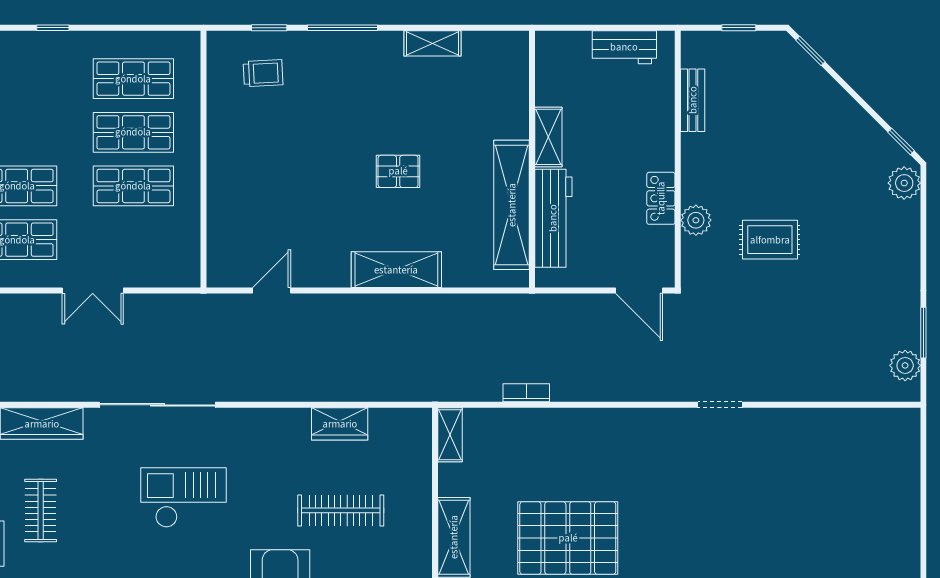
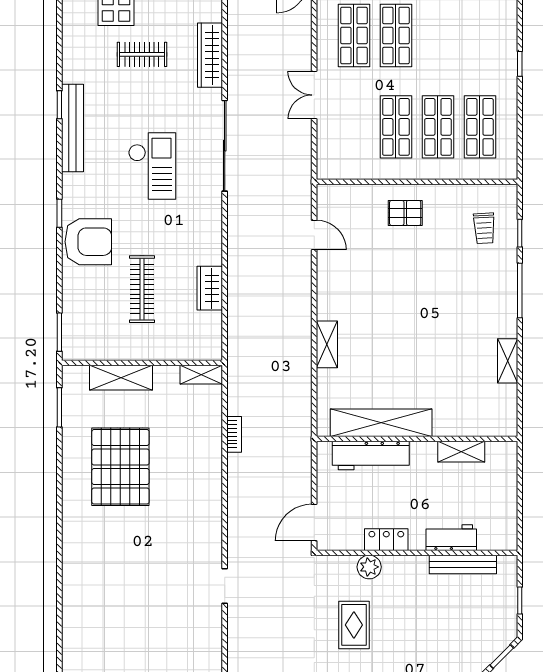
workbench: (624, 47) -> (451, 538), moved, turned 90
bench: (693, 100) -> (463, 564), width x1.36
shelving: (548, 137) -> (461, 452), moved
pallet: (398, 171) -> (405, 213), moved, turned 90
shelving: (396, 270) -> (327, 344), width x0.67, depth x0.75

